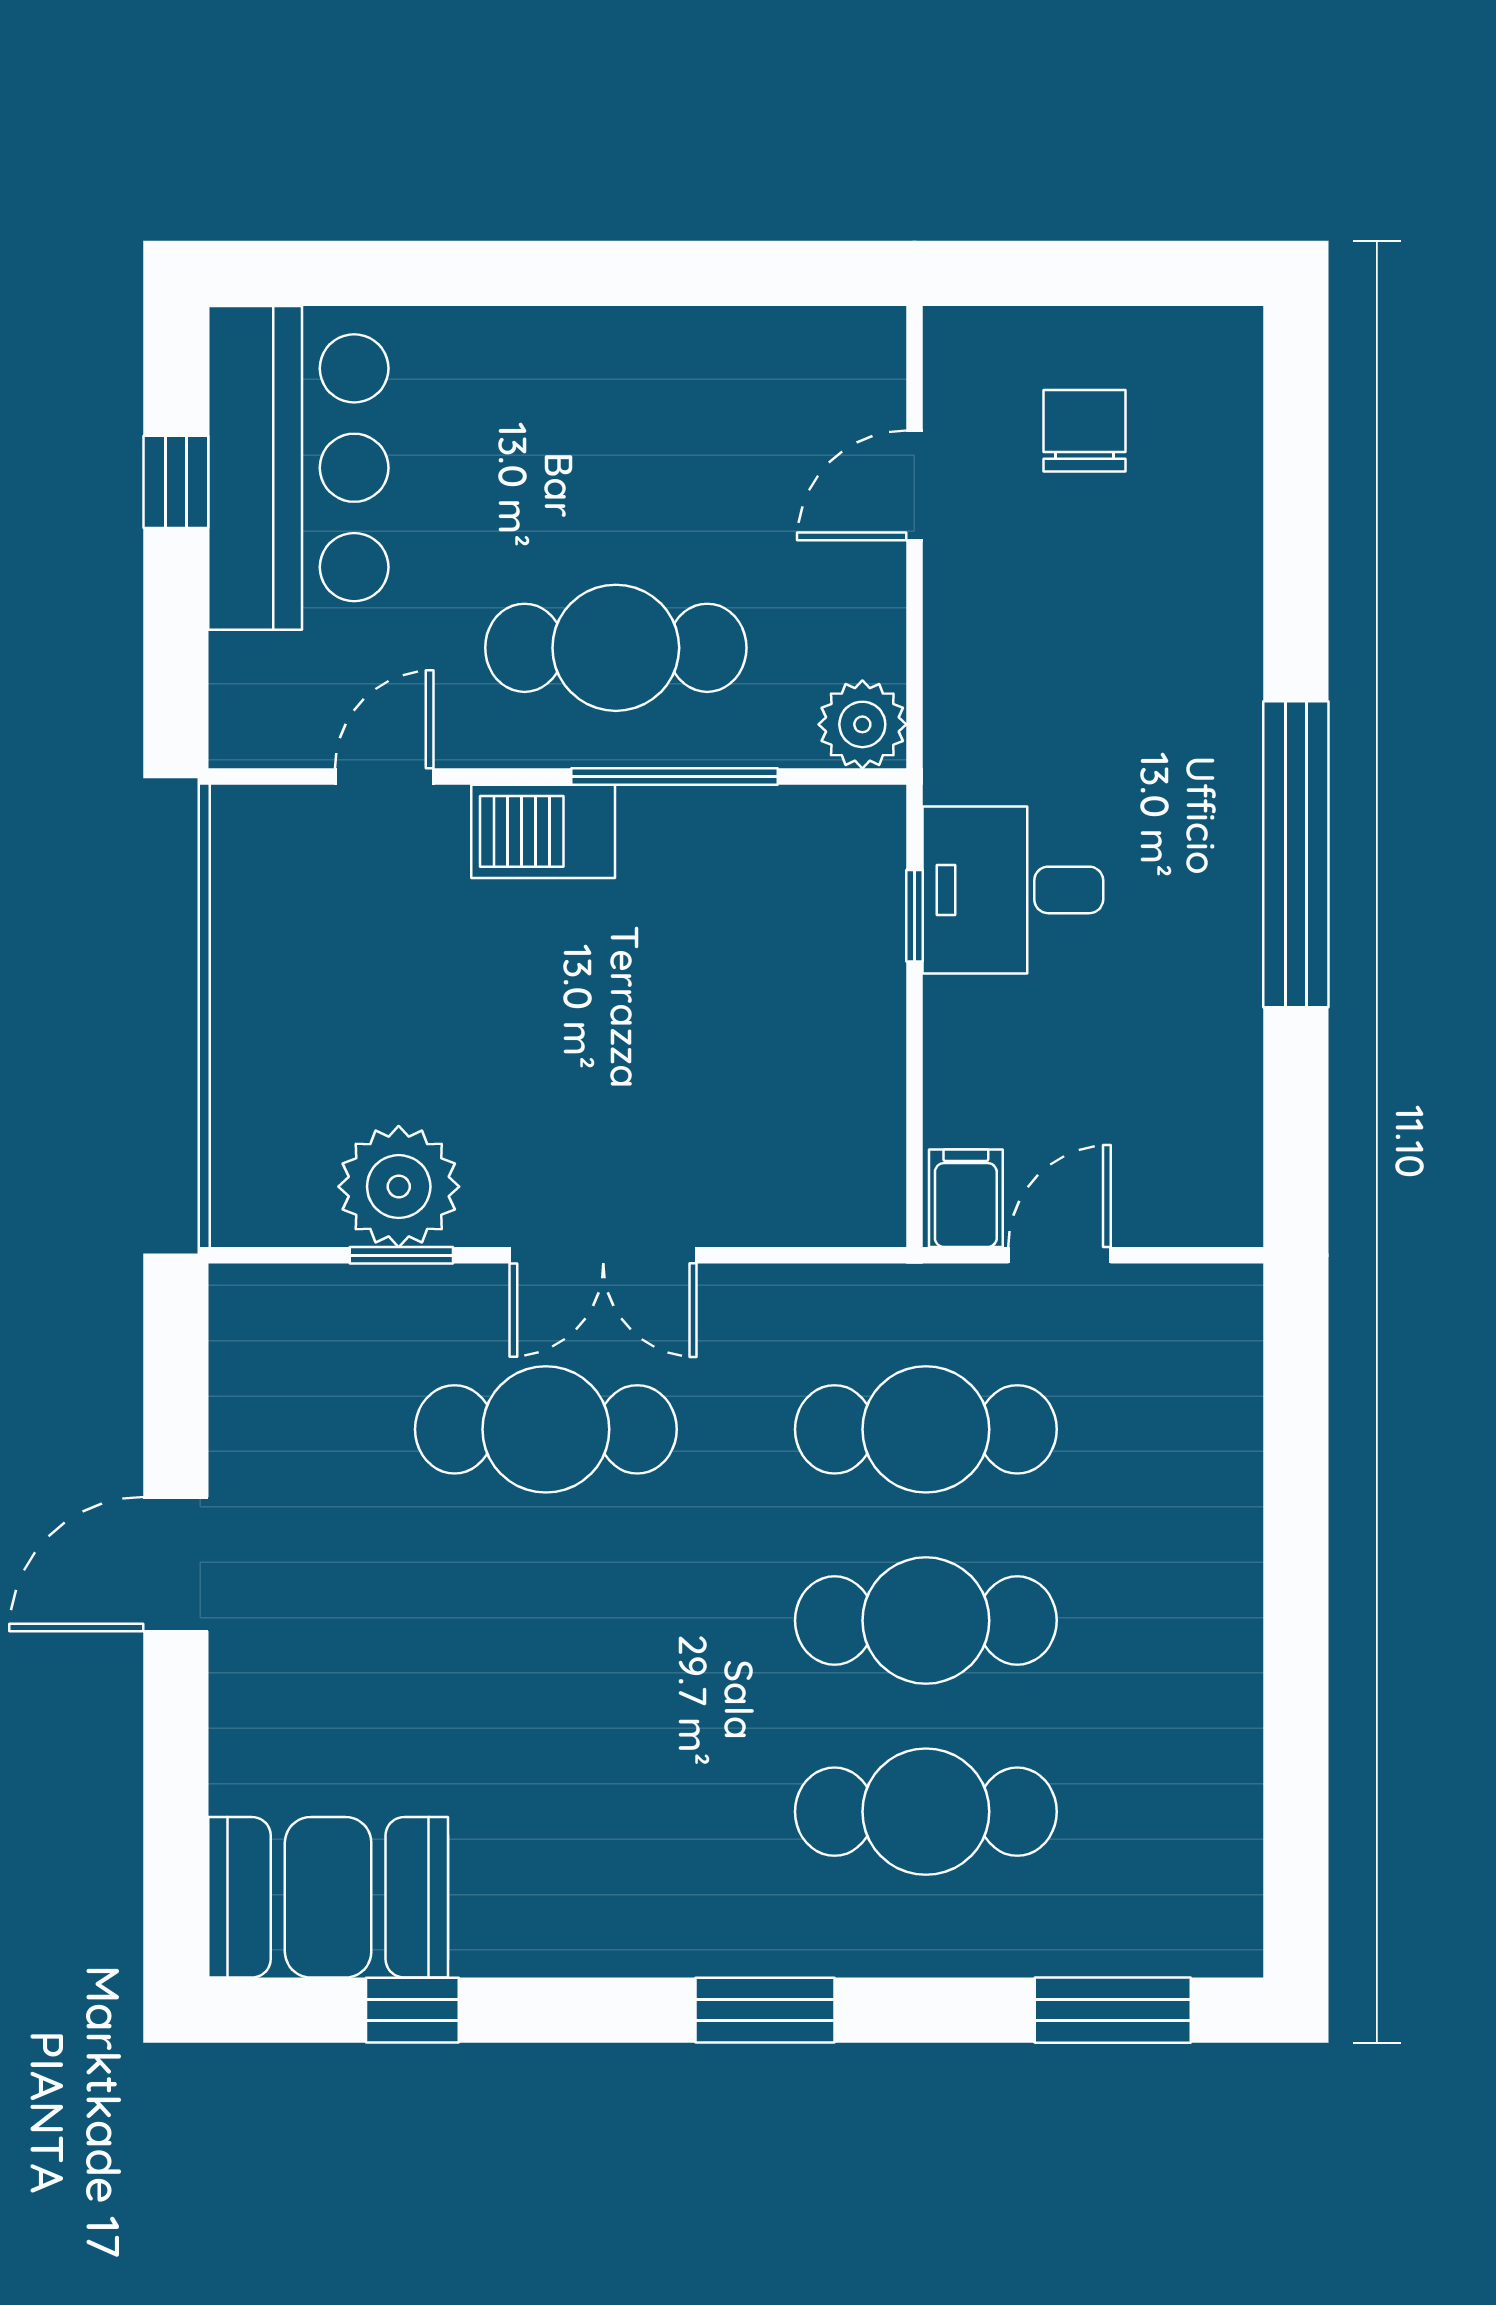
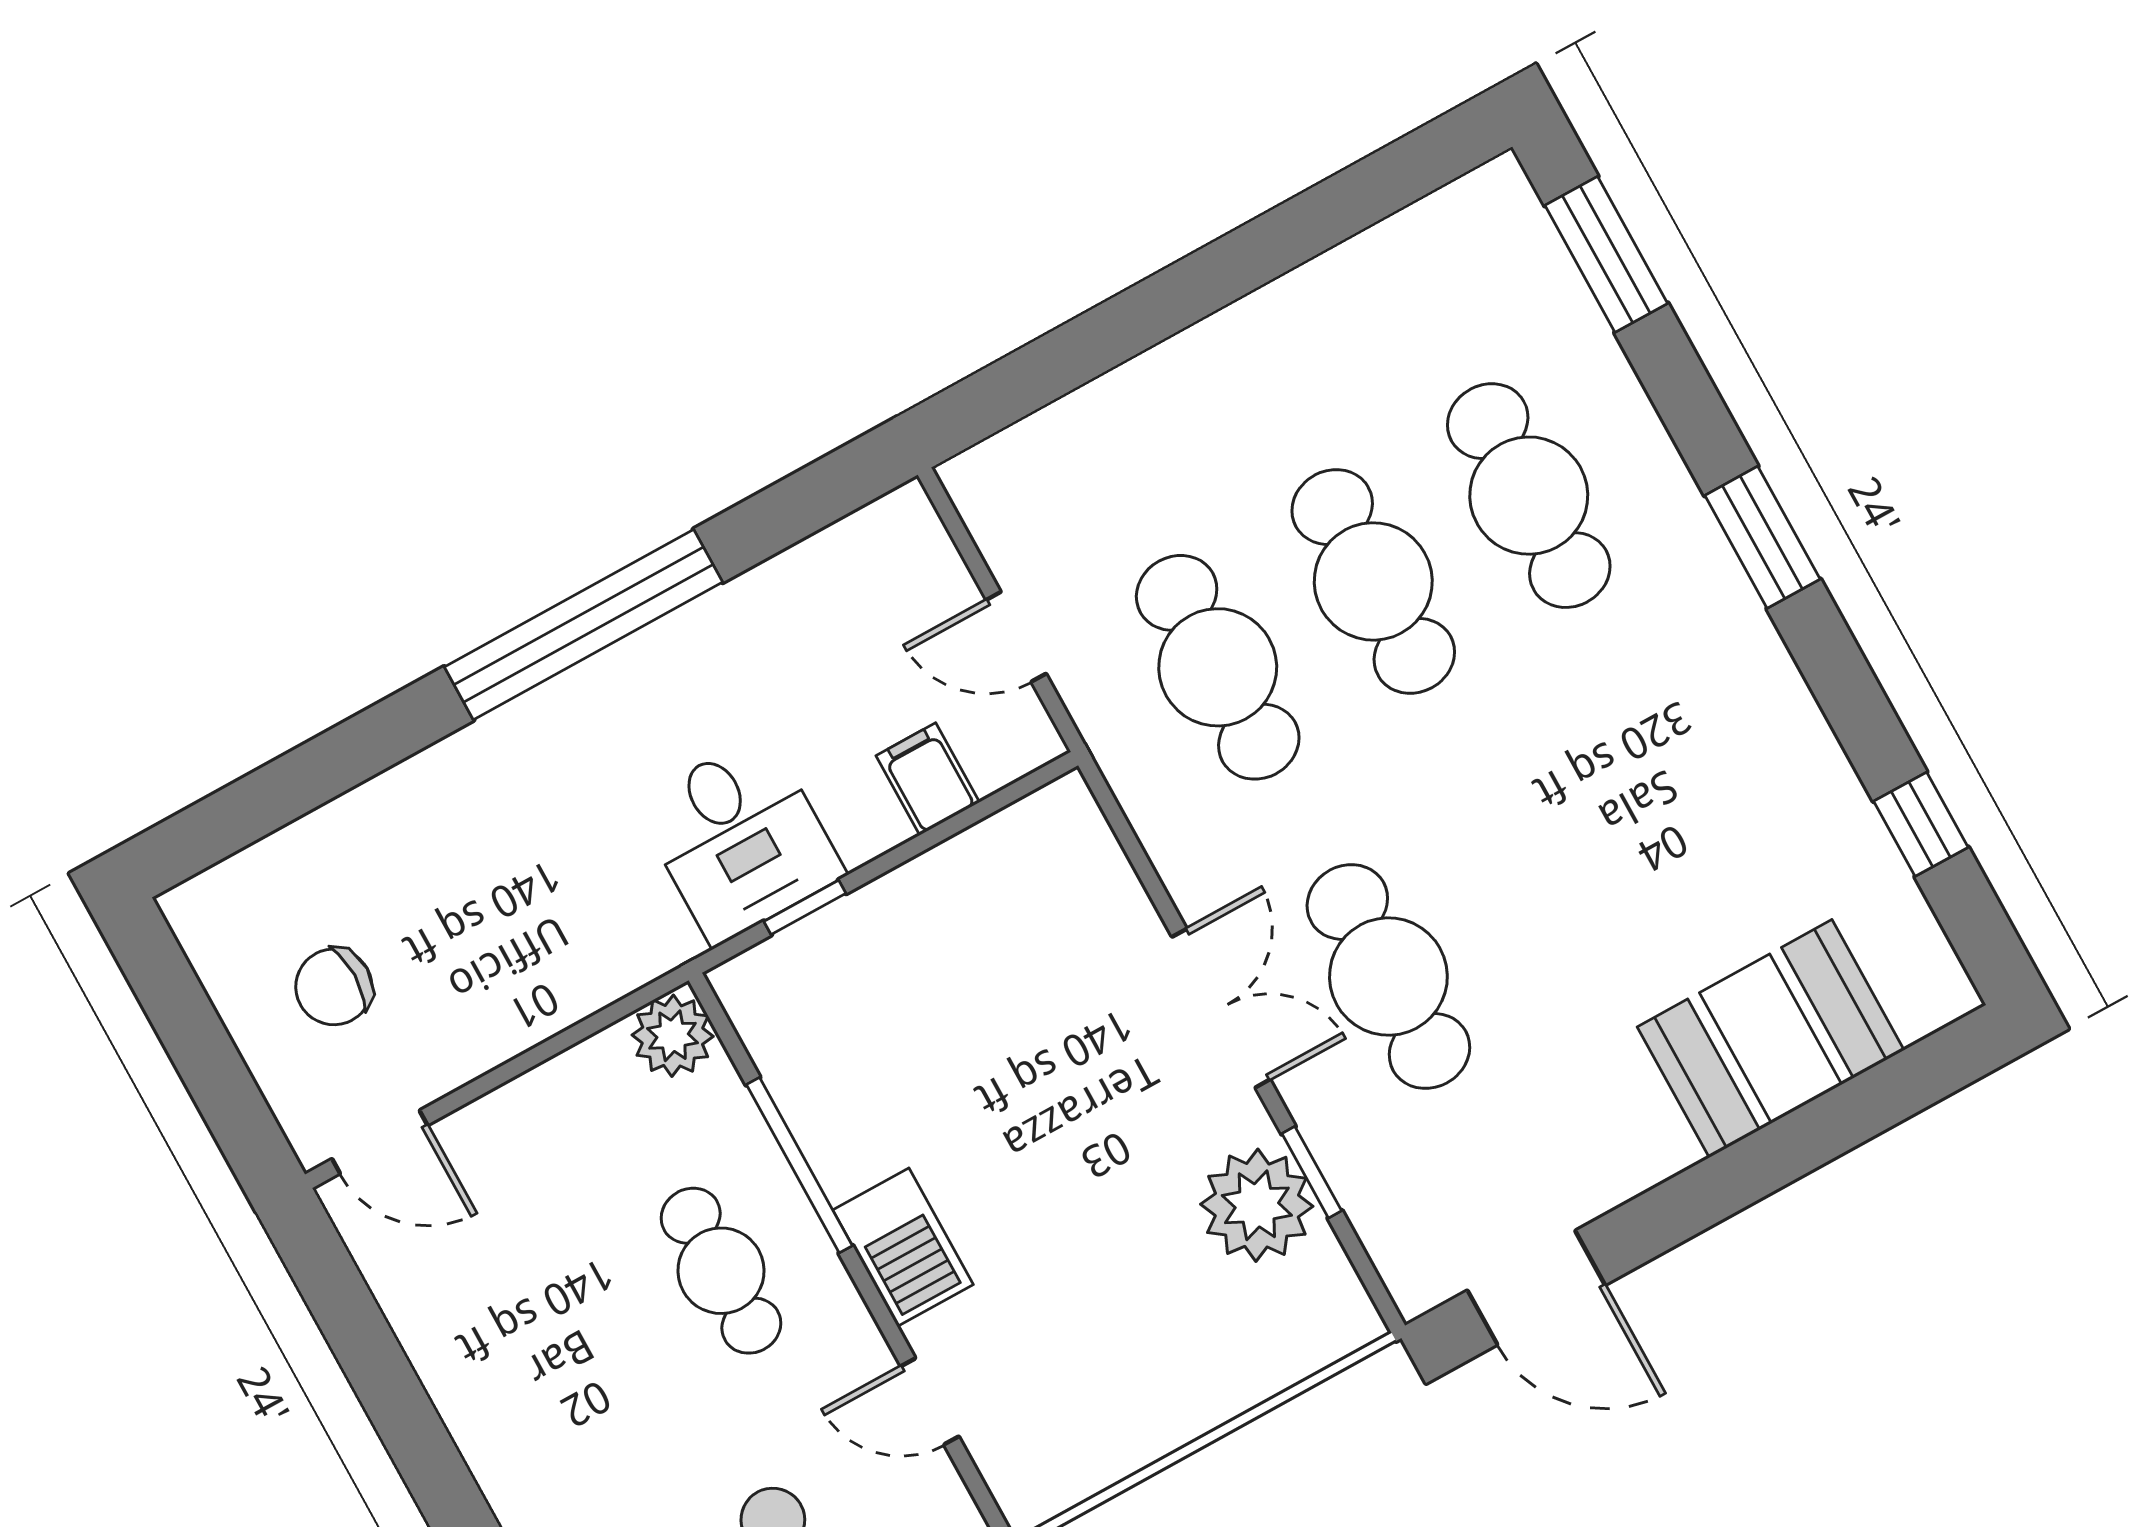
door: (914, 485) -> (380, 1142), moved
cafe table: (616, 648) -> (721, 1271), width x0.73, depth x0.74
filing cabinet: (966, 1198) -> (928, 779), moved, turned 90
door: (176, 1564) -> (1536, 1288), moved
booth: (328, 1897) -> (1771, 1039), moved, turned 90

